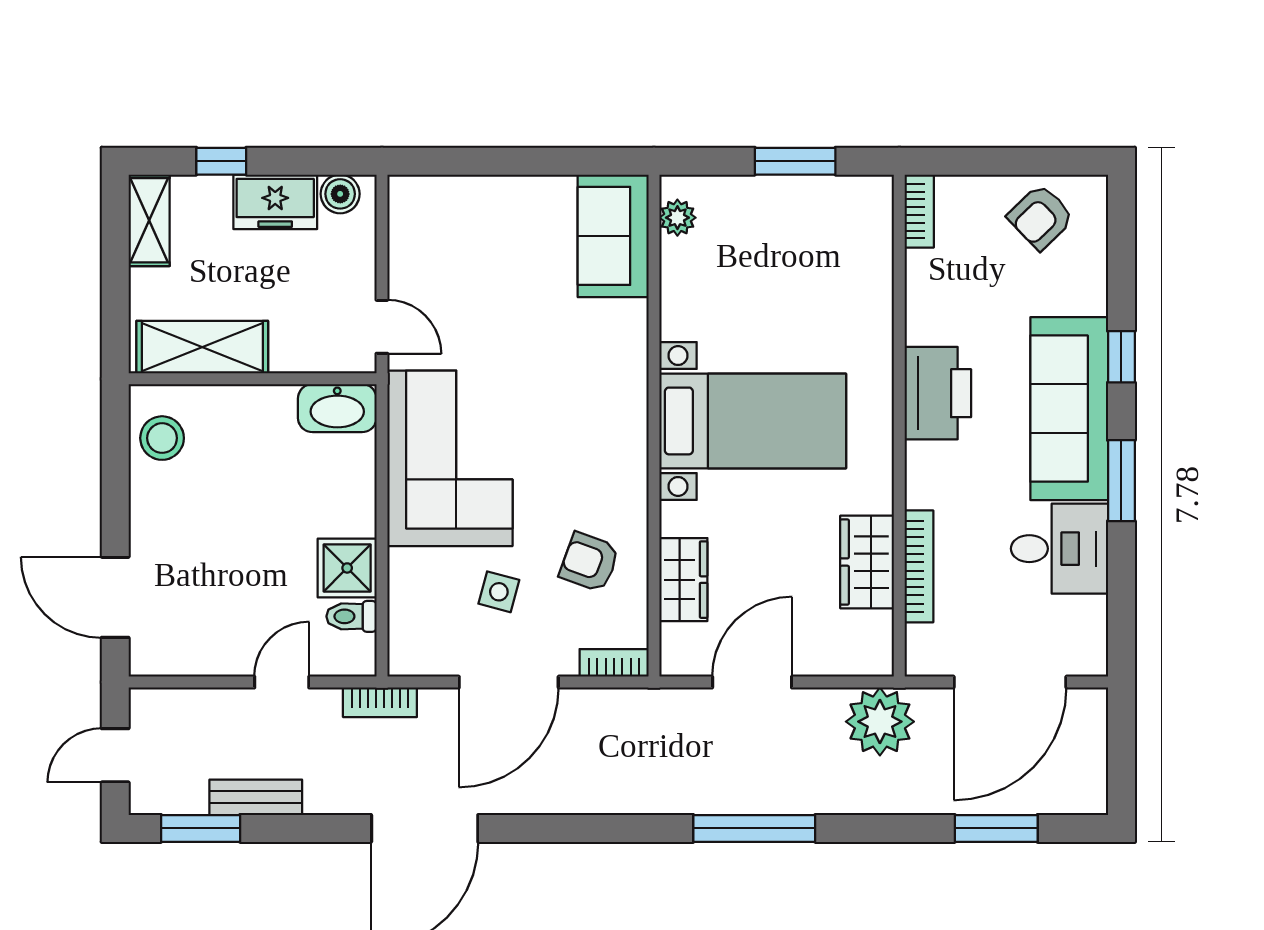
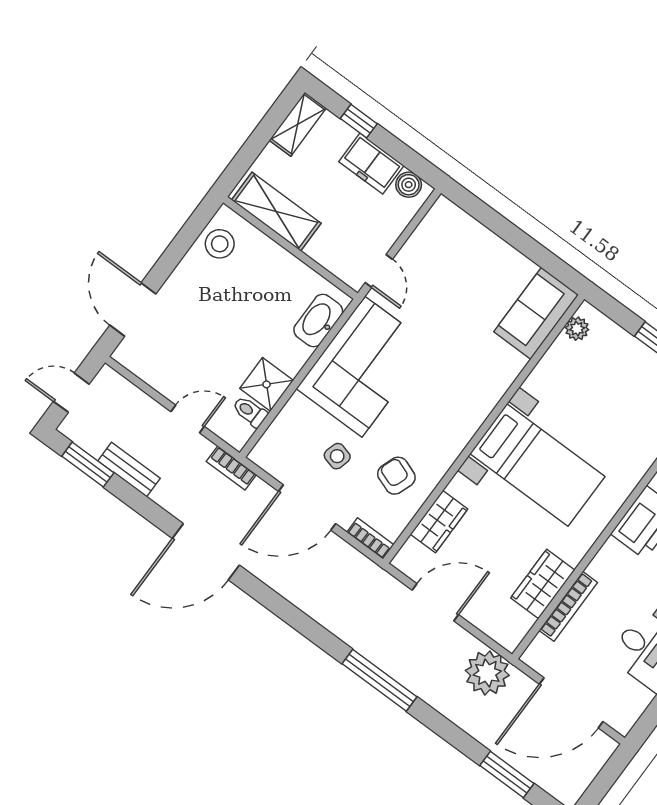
washbasin: (337, 408) -> (318, 321), moved, turned 90

